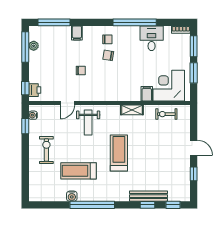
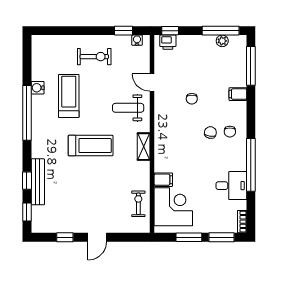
shelving: (132, 110) -> (144, 147), moved

